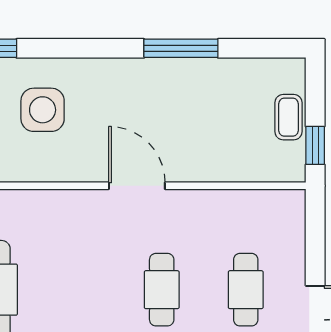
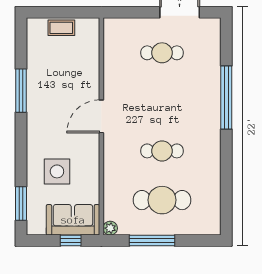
window: (315, 145) -> (78, 12), removed
cafe table: (162, 290) -> (162, 151), moved

